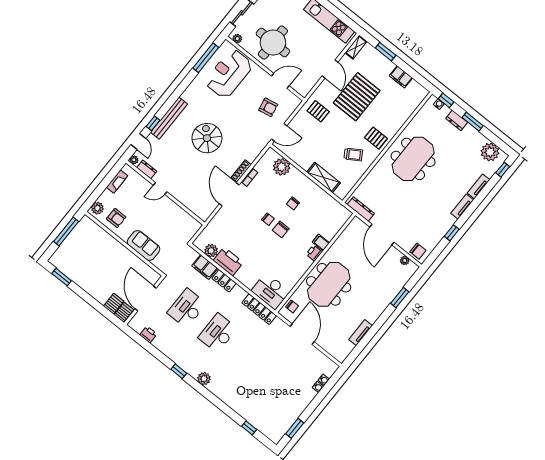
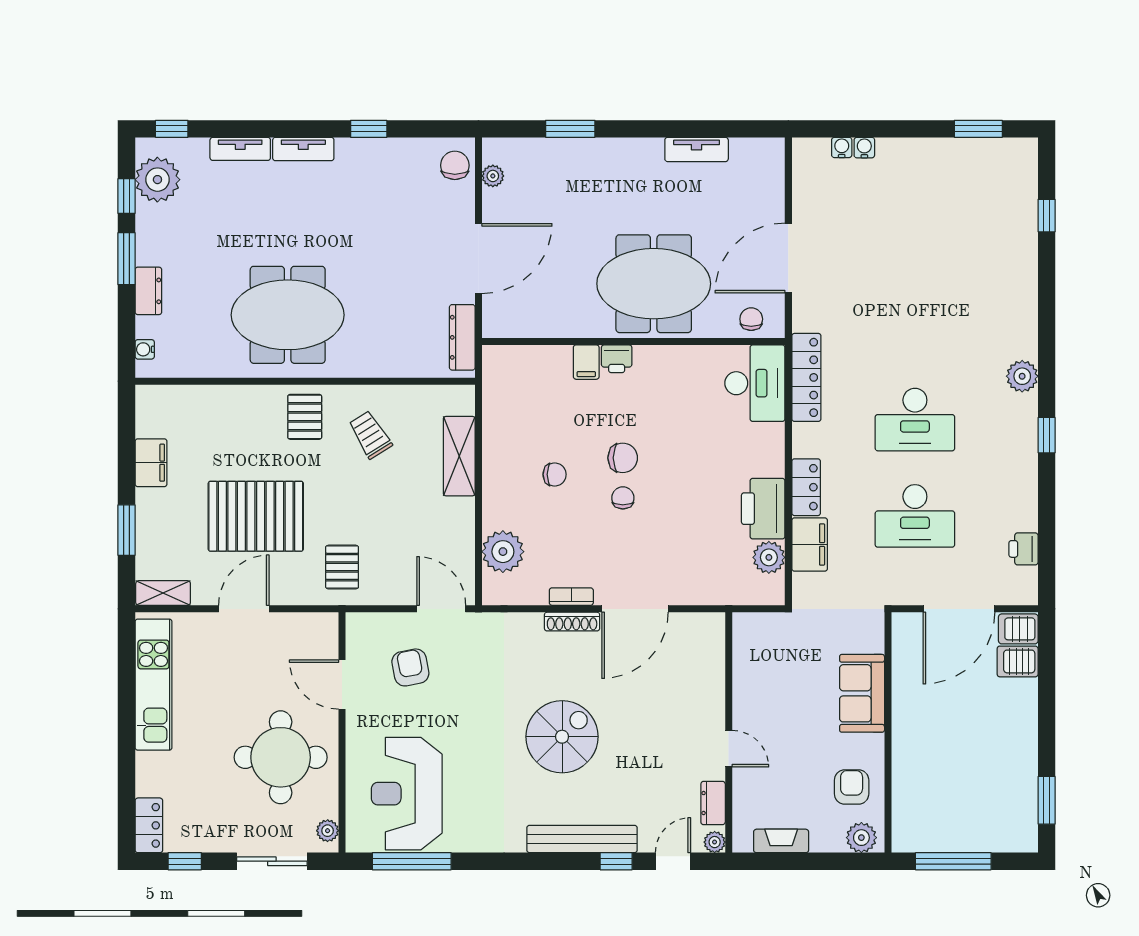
reception desk: (229, 74) -> (407, 794), turned 90
window: (446, 100) -> (126, 196), moved
spiral stairs: (207, 138) -> (562, 737), turned 180

